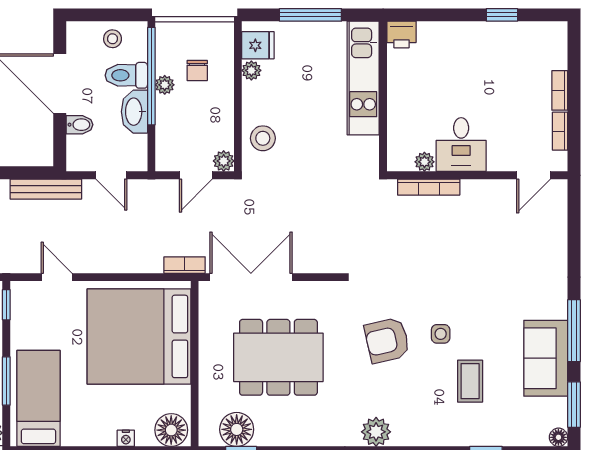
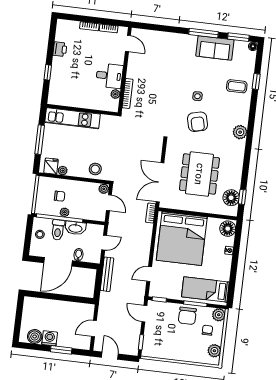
window: (502, 15) -> (48, 72), moved
printer: (401, 35) -> (60, 49), moved
coffee table: (470, 381) -> (237, 86), moved

